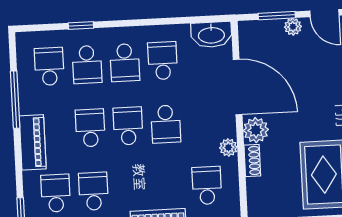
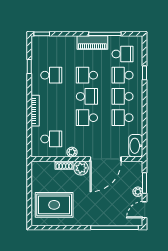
school desk: (163, 61) -> (123, 118), turned 180
school desk: (90, 128) -> (87, 75), turned 180
piano: (33, 142) -> (92, 43), moved
school desk: (56, 193) -> (51, 54), removed

